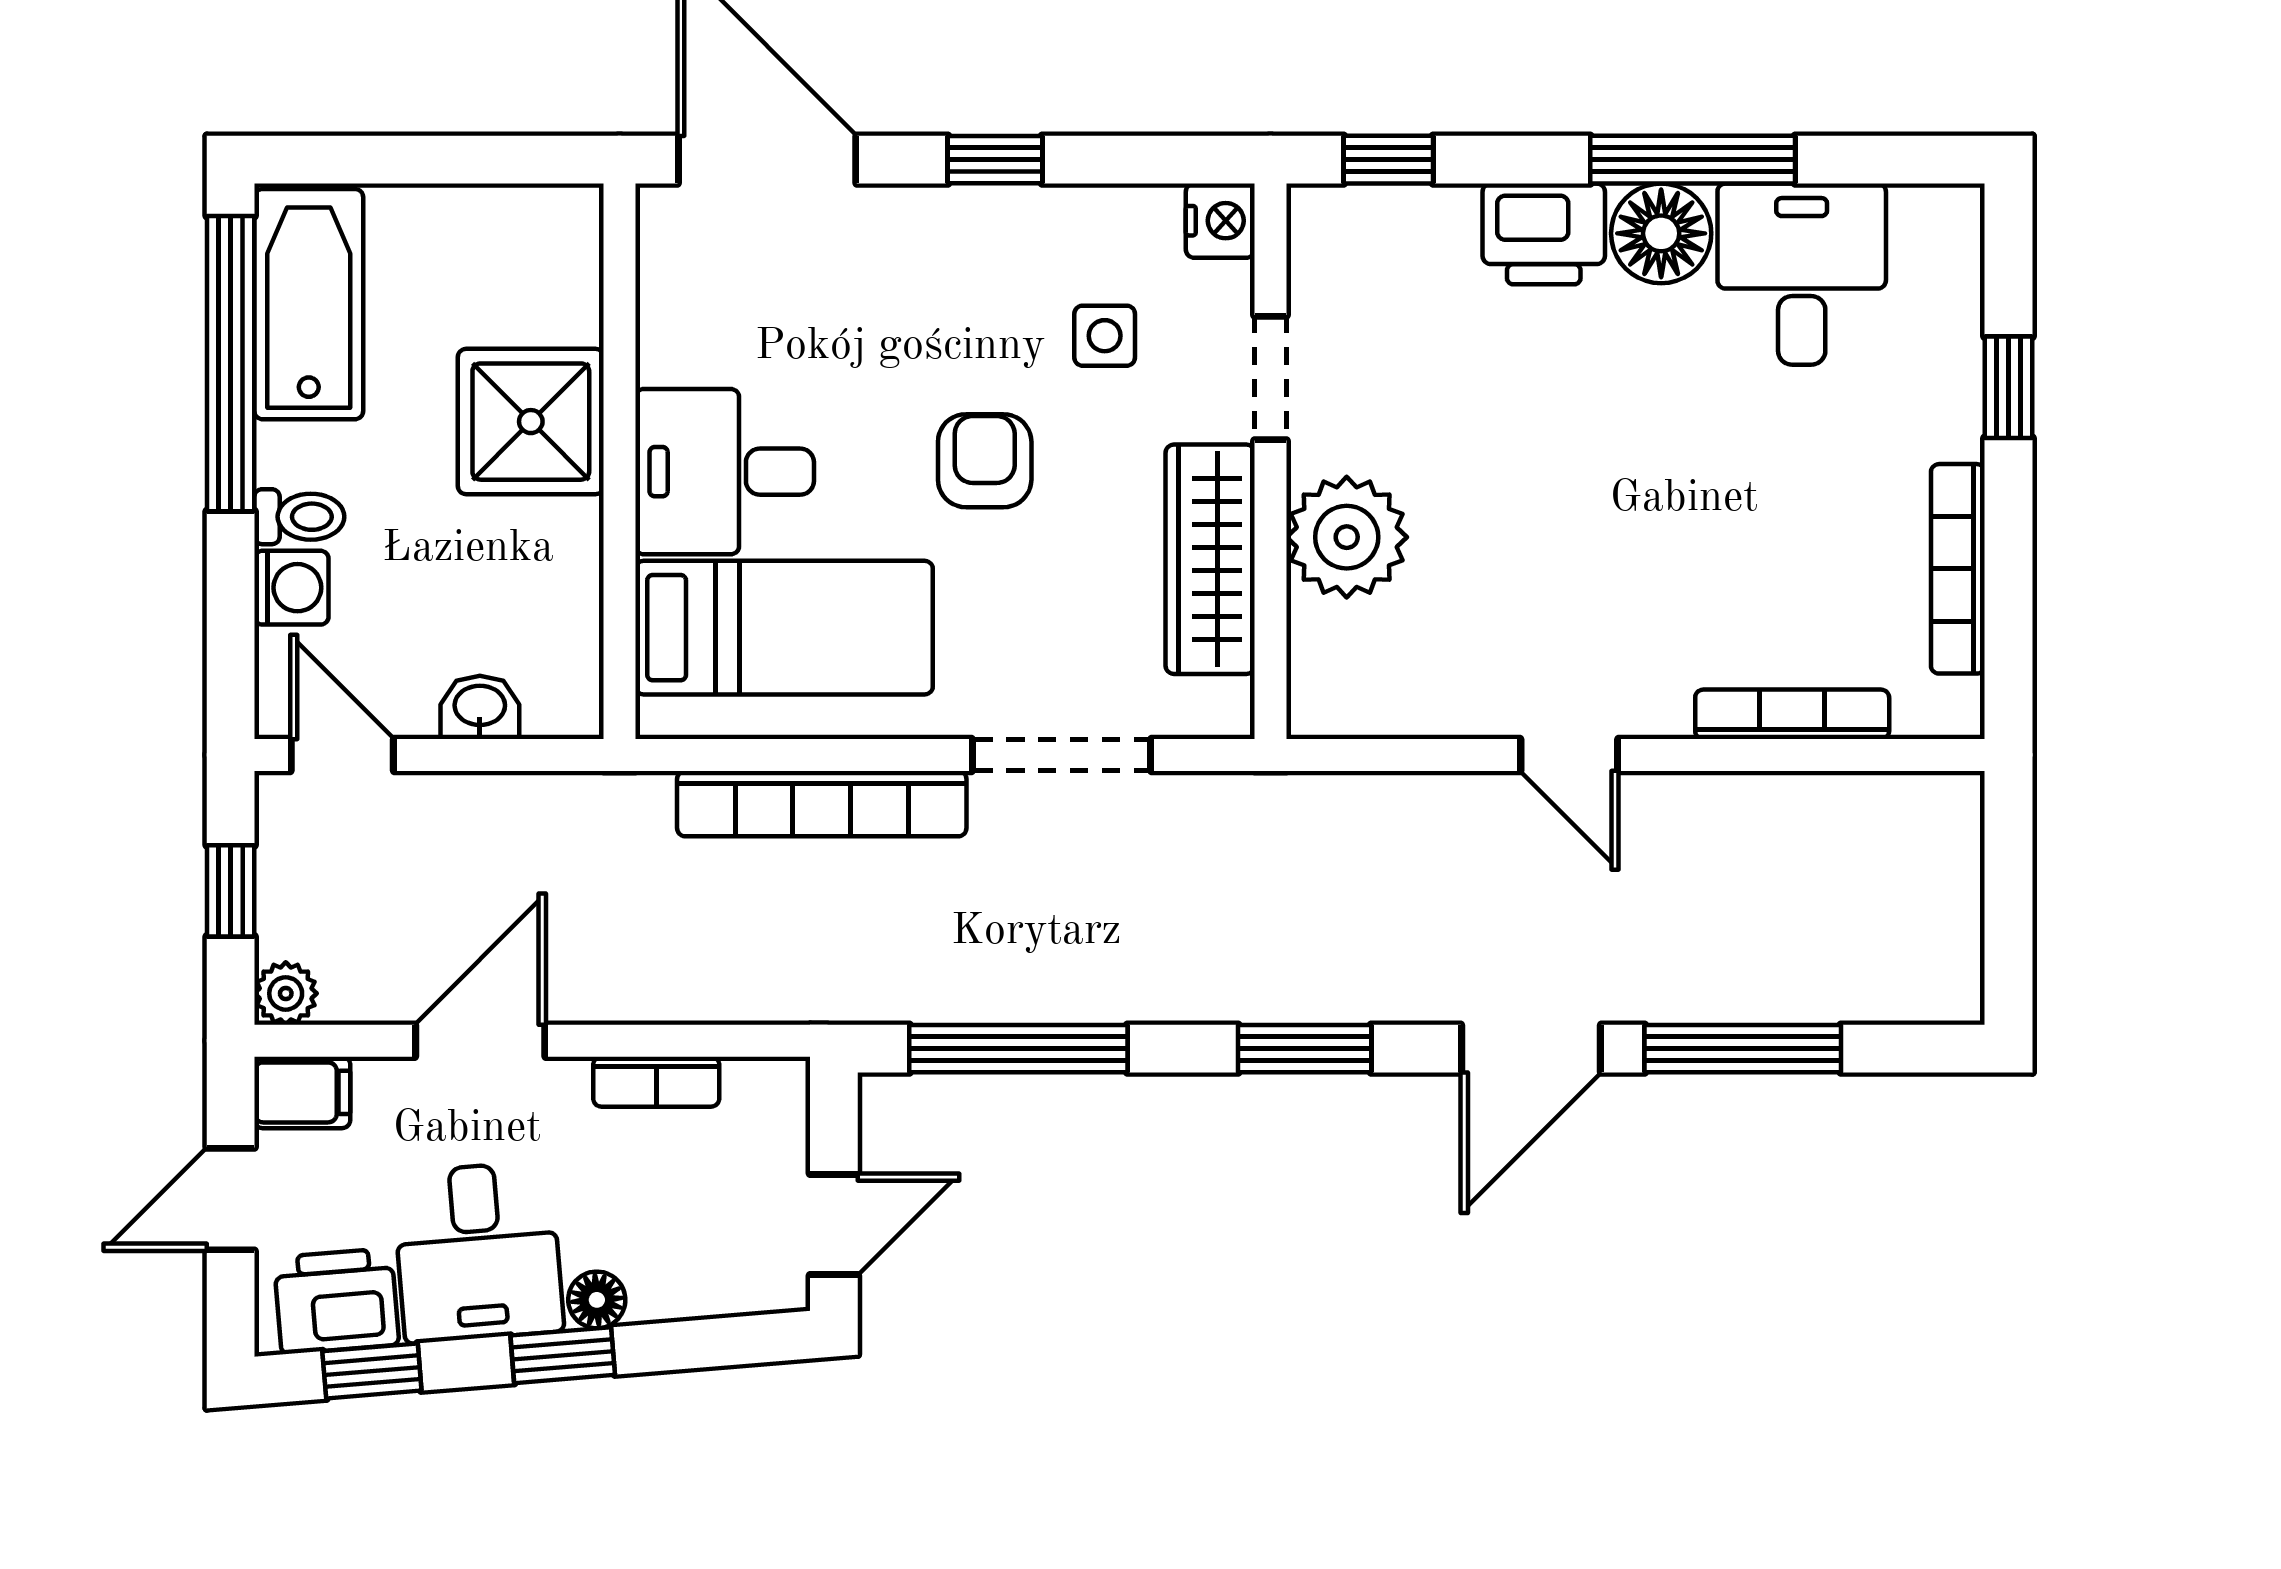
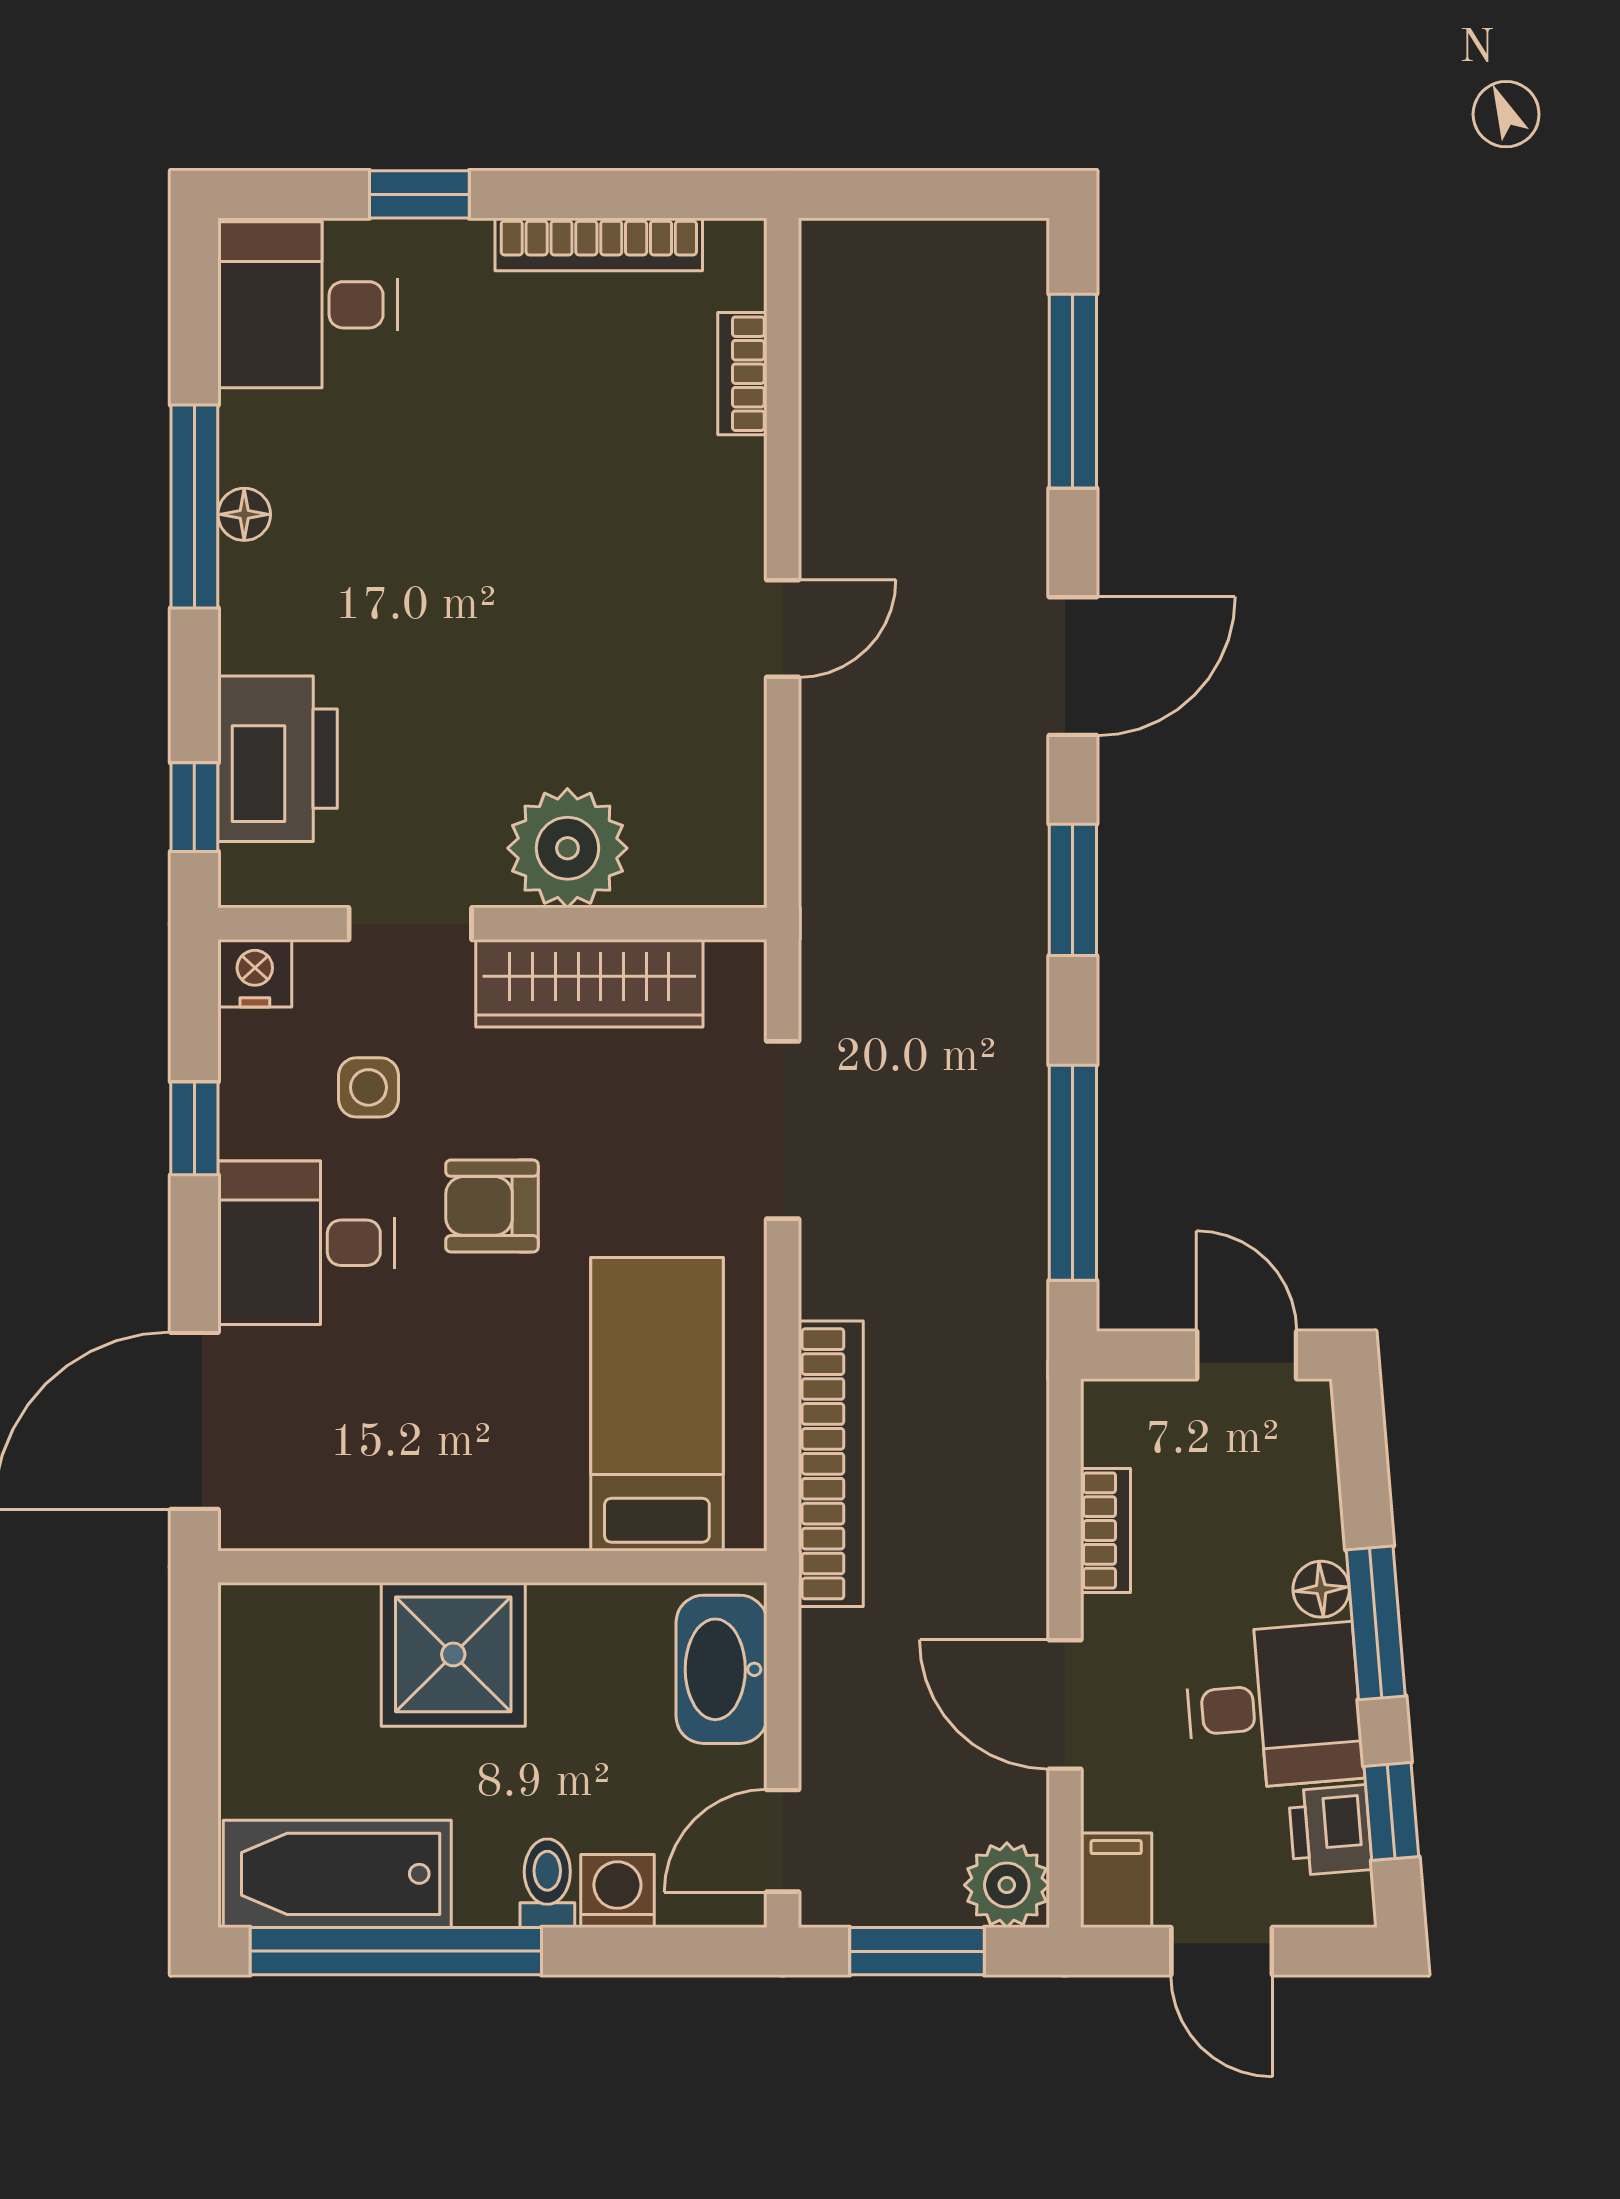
window: (995, 160) -> (194, 1128), moved
floor lamp: (1661, 233) -> (244, 514), width x0.53, depth x0.53
printer: (1544, 234) -> (278, 759), moved, width x1.37, depth x1.19
desk: (1802, 274) -> (308, 305), moved
desk: (725, 472) -> (306, 1243), moved, turned 90
washbasin: (480, 707) -> (722, 1669), width x1.91, depth x1.45
bookcase: (1792, 714) -> (742, 374), width x0.64
bookcase: (822, 804) -> (831, 1464), moved
window: (231, 891) -> (917, 1951), width x1.50
plant: (286, 993) -> (1007, 1885), width x1.38, depth x1.38
door: (1531, 1049) -> (1073, 666), hinge flipped
window: (1743, 1049) -> (1073, 391), moved
printer: (336, 1301) -> (1330, 1830), width x0.73, depth x0.81
window: (563, 1355) -> (1376, 1623), width x1.50

